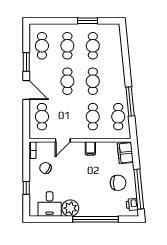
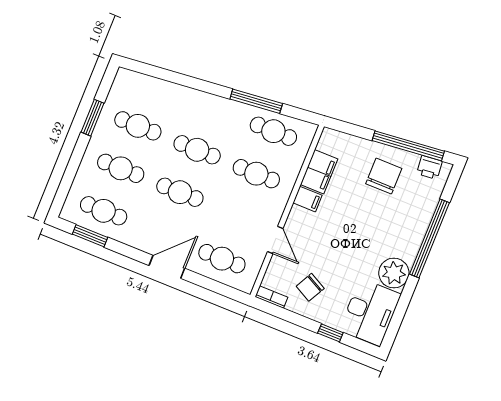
window: (26, 62) -> (90, 236), moved
filing cabinet: (125, 153) -> (319, 172), moved, turned -84
desk: (50, 204) -> (370, 312), width x1.37

